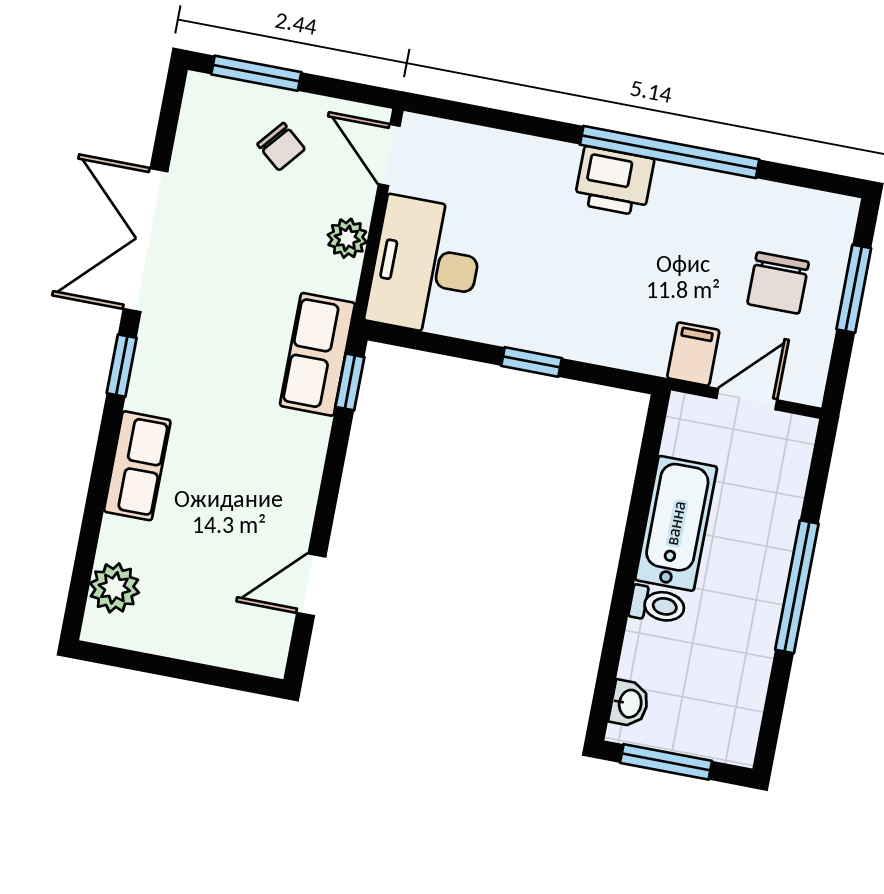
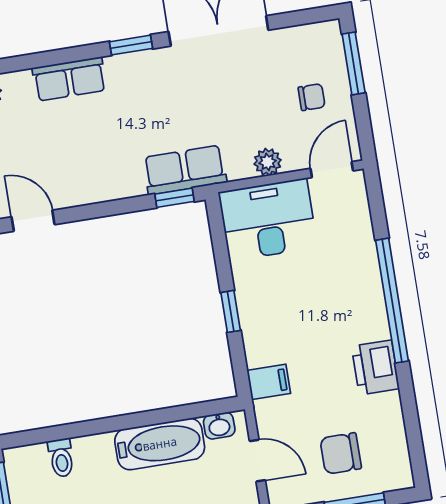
chair: (281, 147) -> (312, 97), turned -130
window: (670, 152) -> (392, 301), moved
printer: (614, 181) -> (375, 367), moved
filing cabinet: (693, 354) -> (269, 382), moved
toilet: (657, 605) -> (61, 458), moved
washbasin: (629, 703) -> (219, 426), moved

